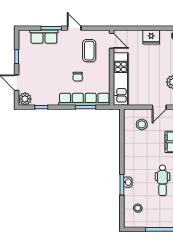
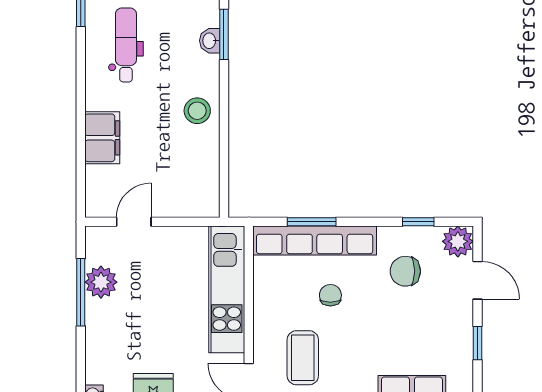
chair: (47, 87) -> (405, 271), added
stool: (142, 124) -> (197, 111), moved

